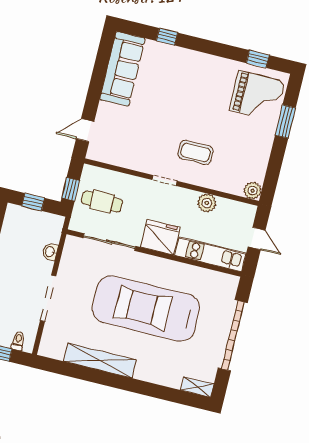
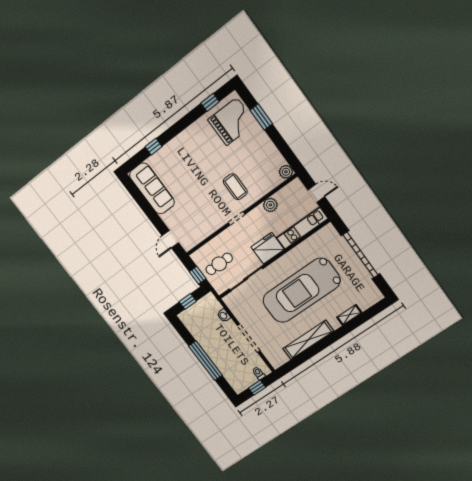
coffee table: (196, 152) -> (235, 187), turned 90
shelving: (197, 387) -> (349, 315), moved

